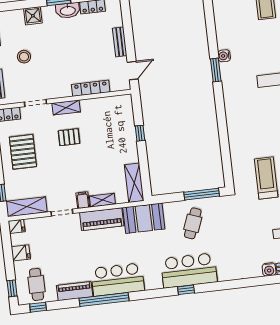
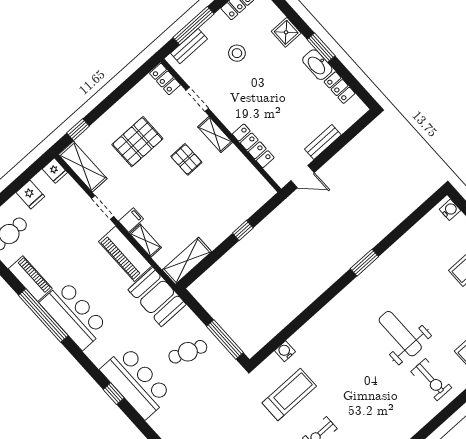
water cooler: (224, 56) -> (285, 351), moved
pallet: (23, 152) -> (137, 142), moved

